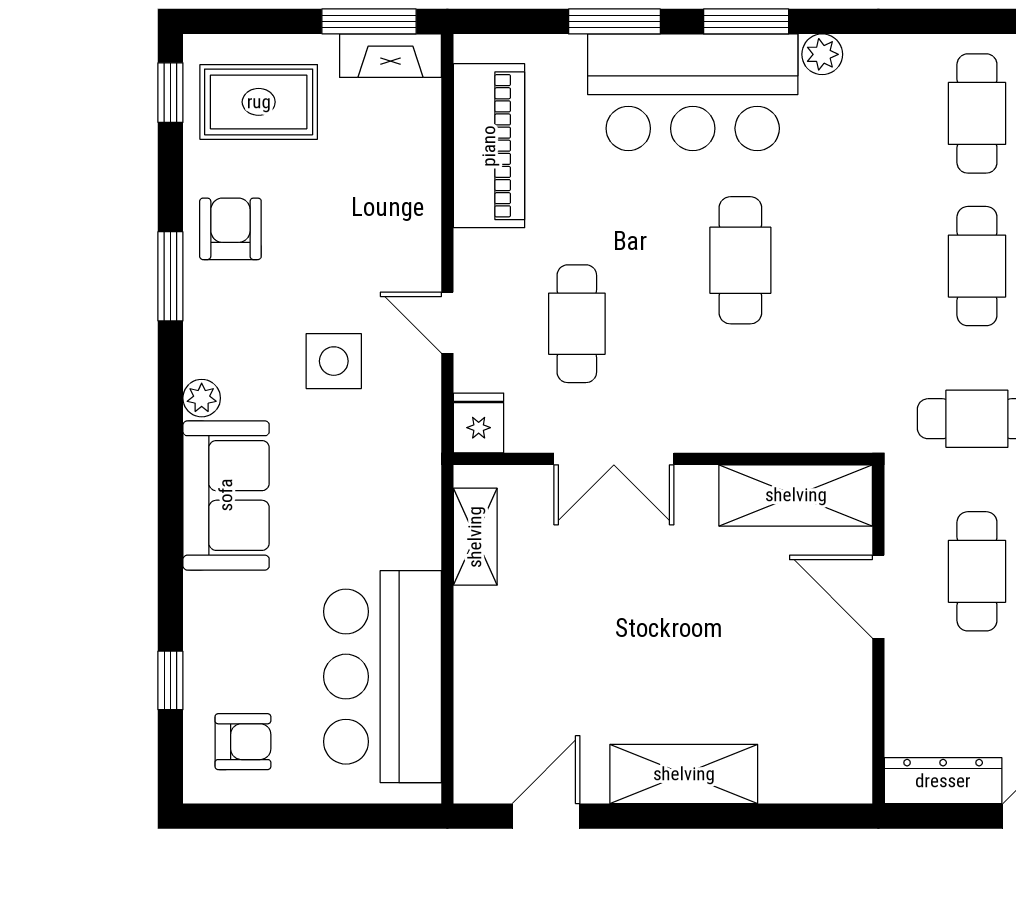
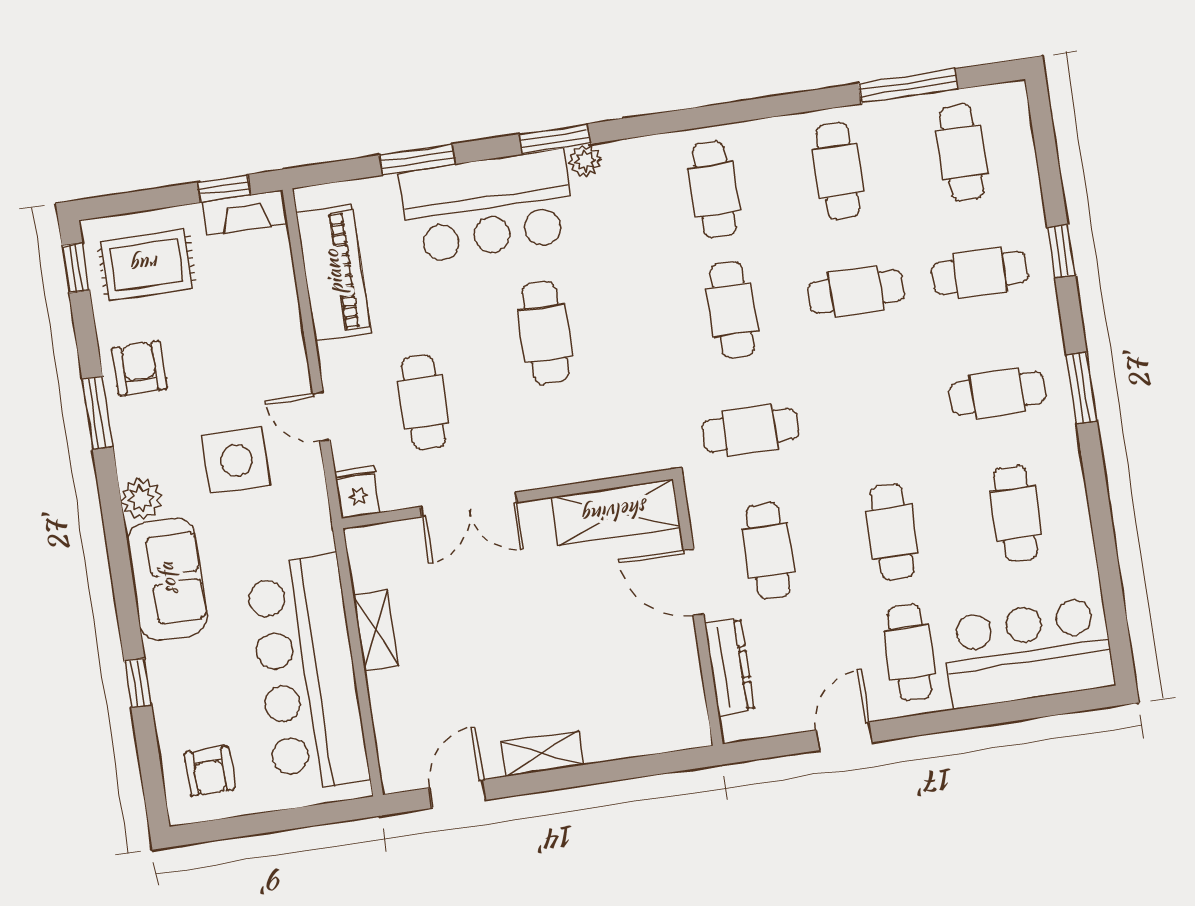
window: (369, 21) -> (224, 188), width x0.67
window: (746, 21) -> (555, 139), moved
side table: (334, 361) -> (236, 460), width x1.37, depth x1.37
plant: (202, 398) -> (141, 499), width x1.38, depth x1.38
shelving: (475, 537) -> (376, 630), moved
bar counter: (383, 677) -> (307, 673), width x1.36
window: (170, 680) -> (138, 683), moved
armchair: (243, 742) -> (209, 771), turned 90
shelving: (684, 774) -> (542, 753), width x0.67, depth x0.75
dresser: (943, 781) -> (729, 667), moved, turned 90

